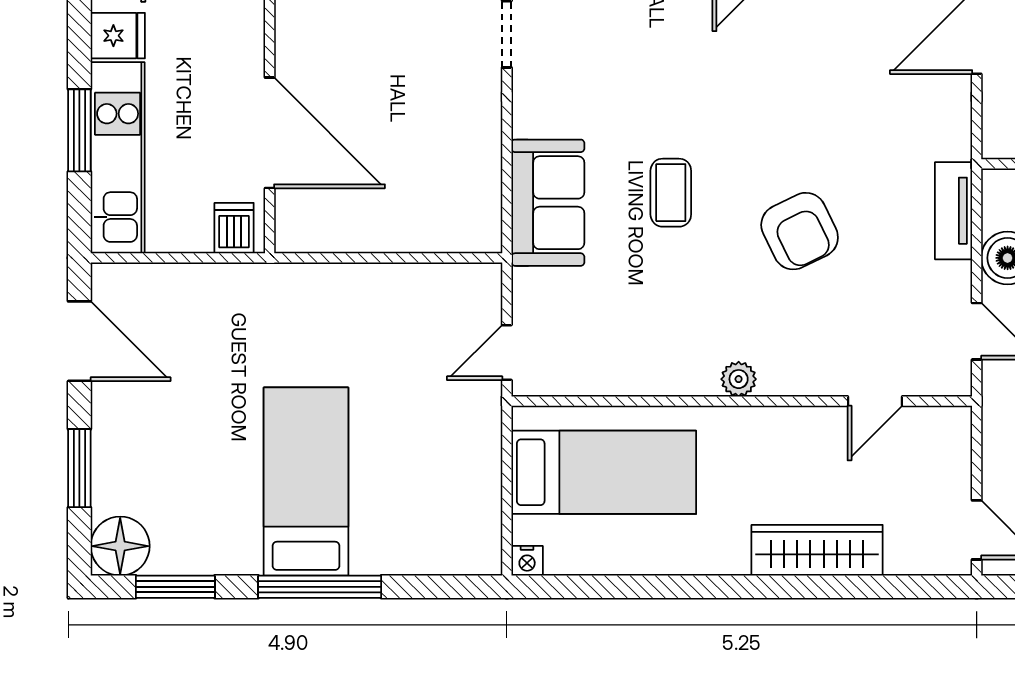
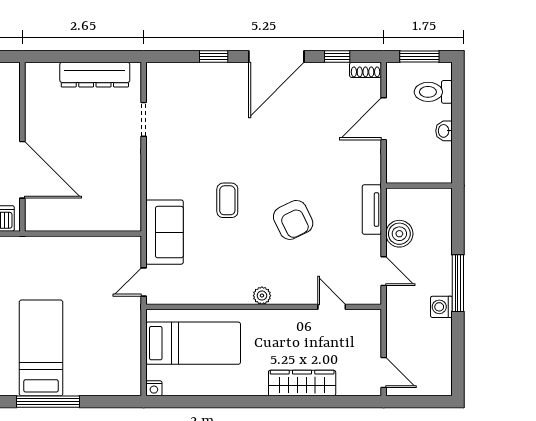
sofa: (548, 203) -> (165, 232), moved
door: (875, 401) -> (332, 307), swing flipped

